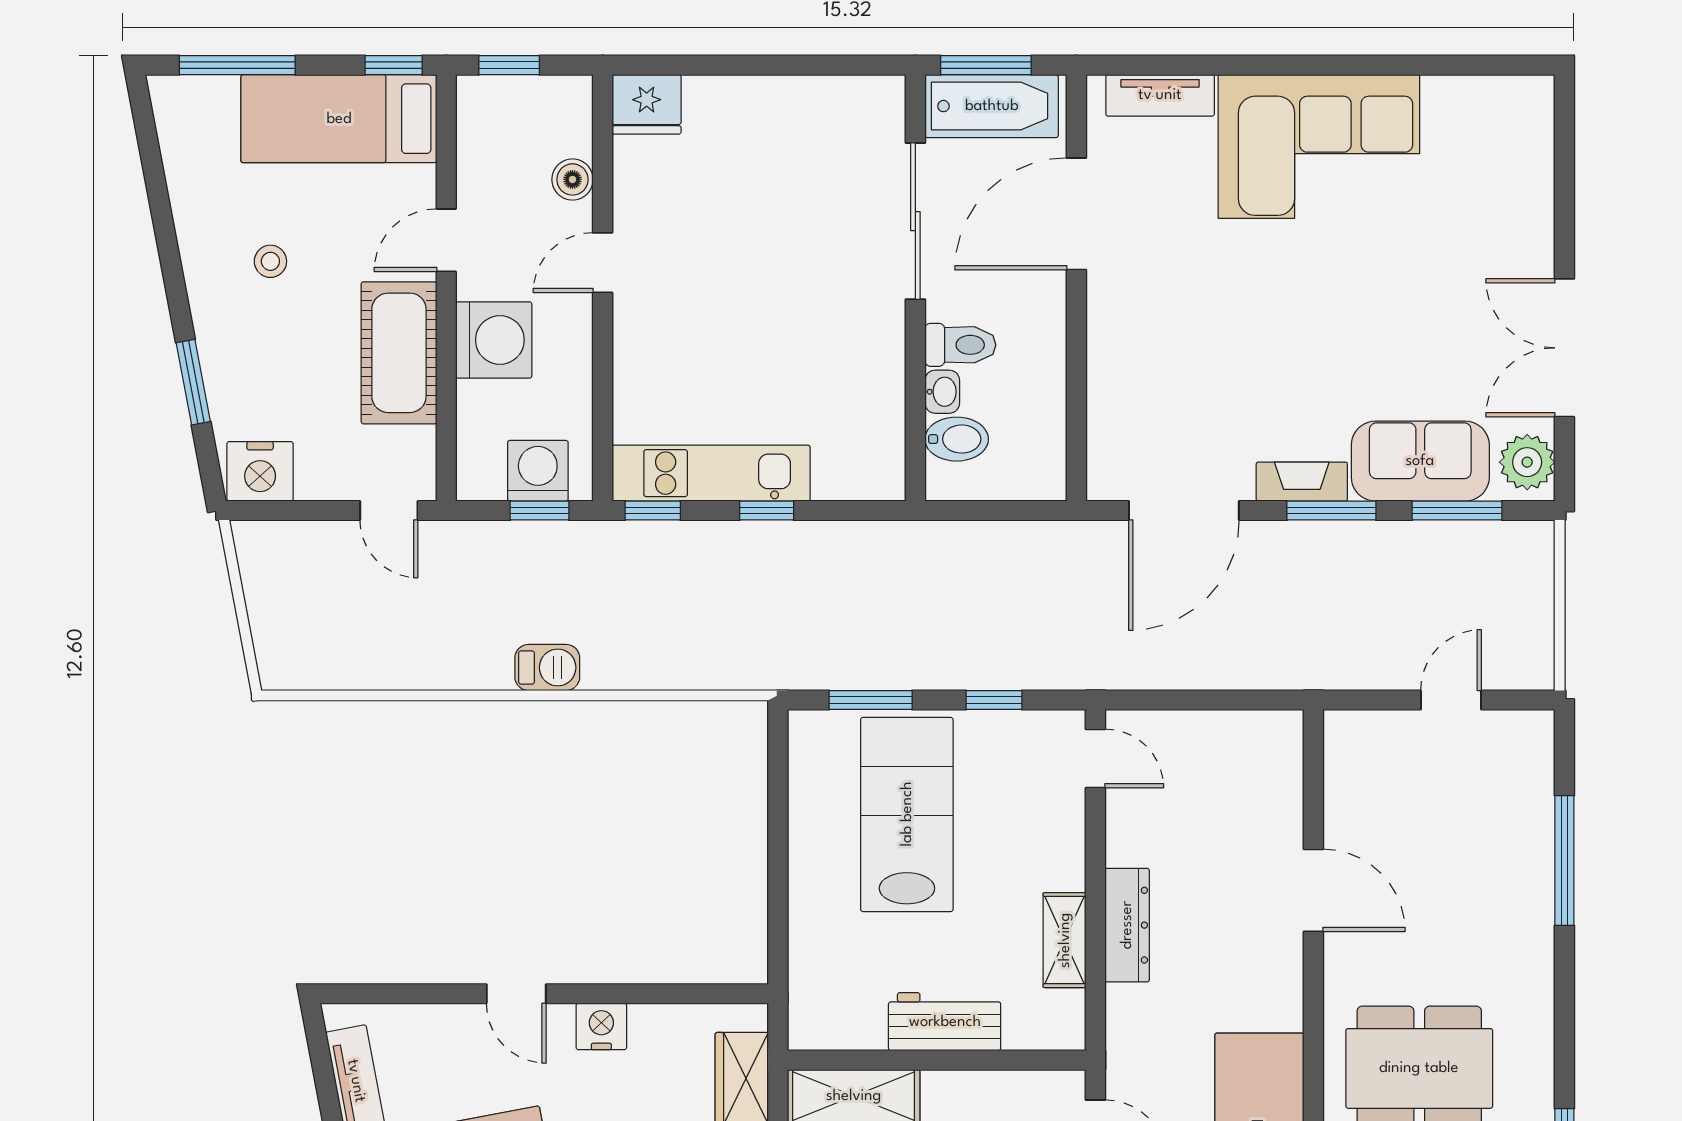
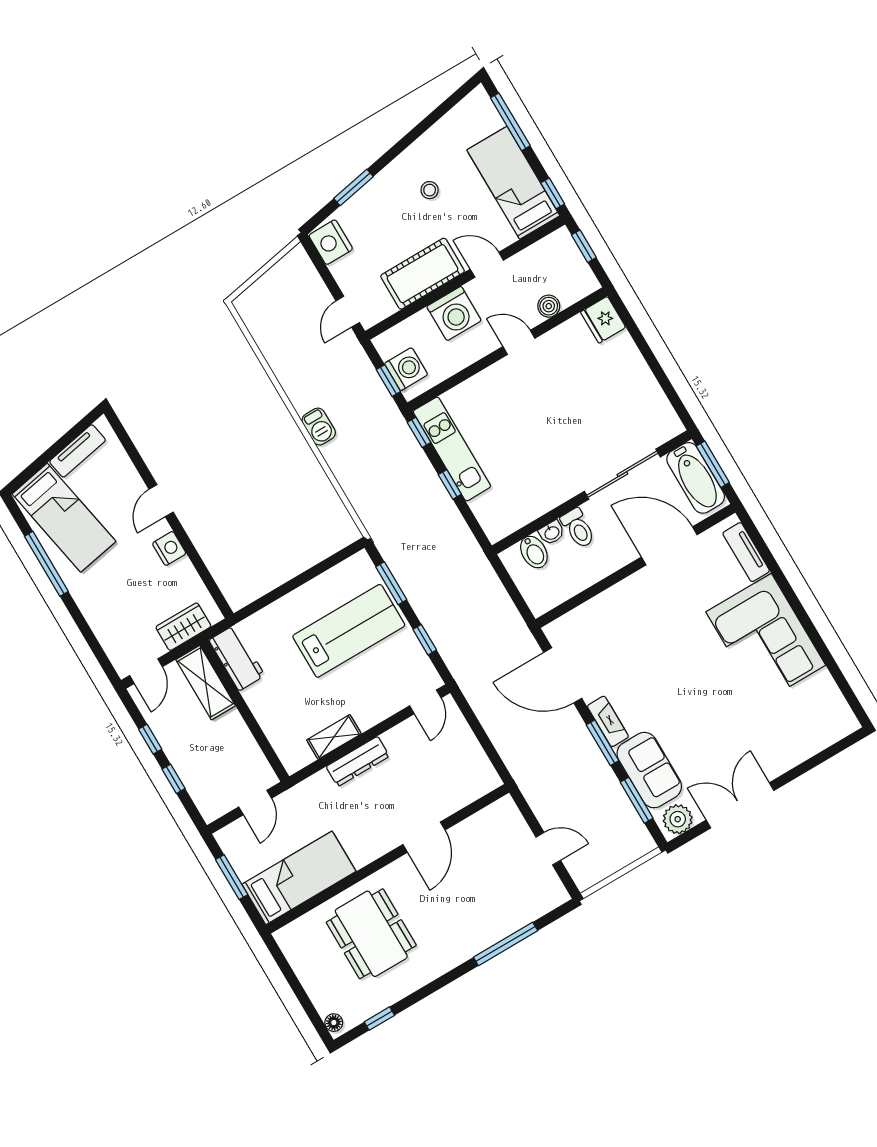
workbench: (945, 1022) -> (237, 658), moved

